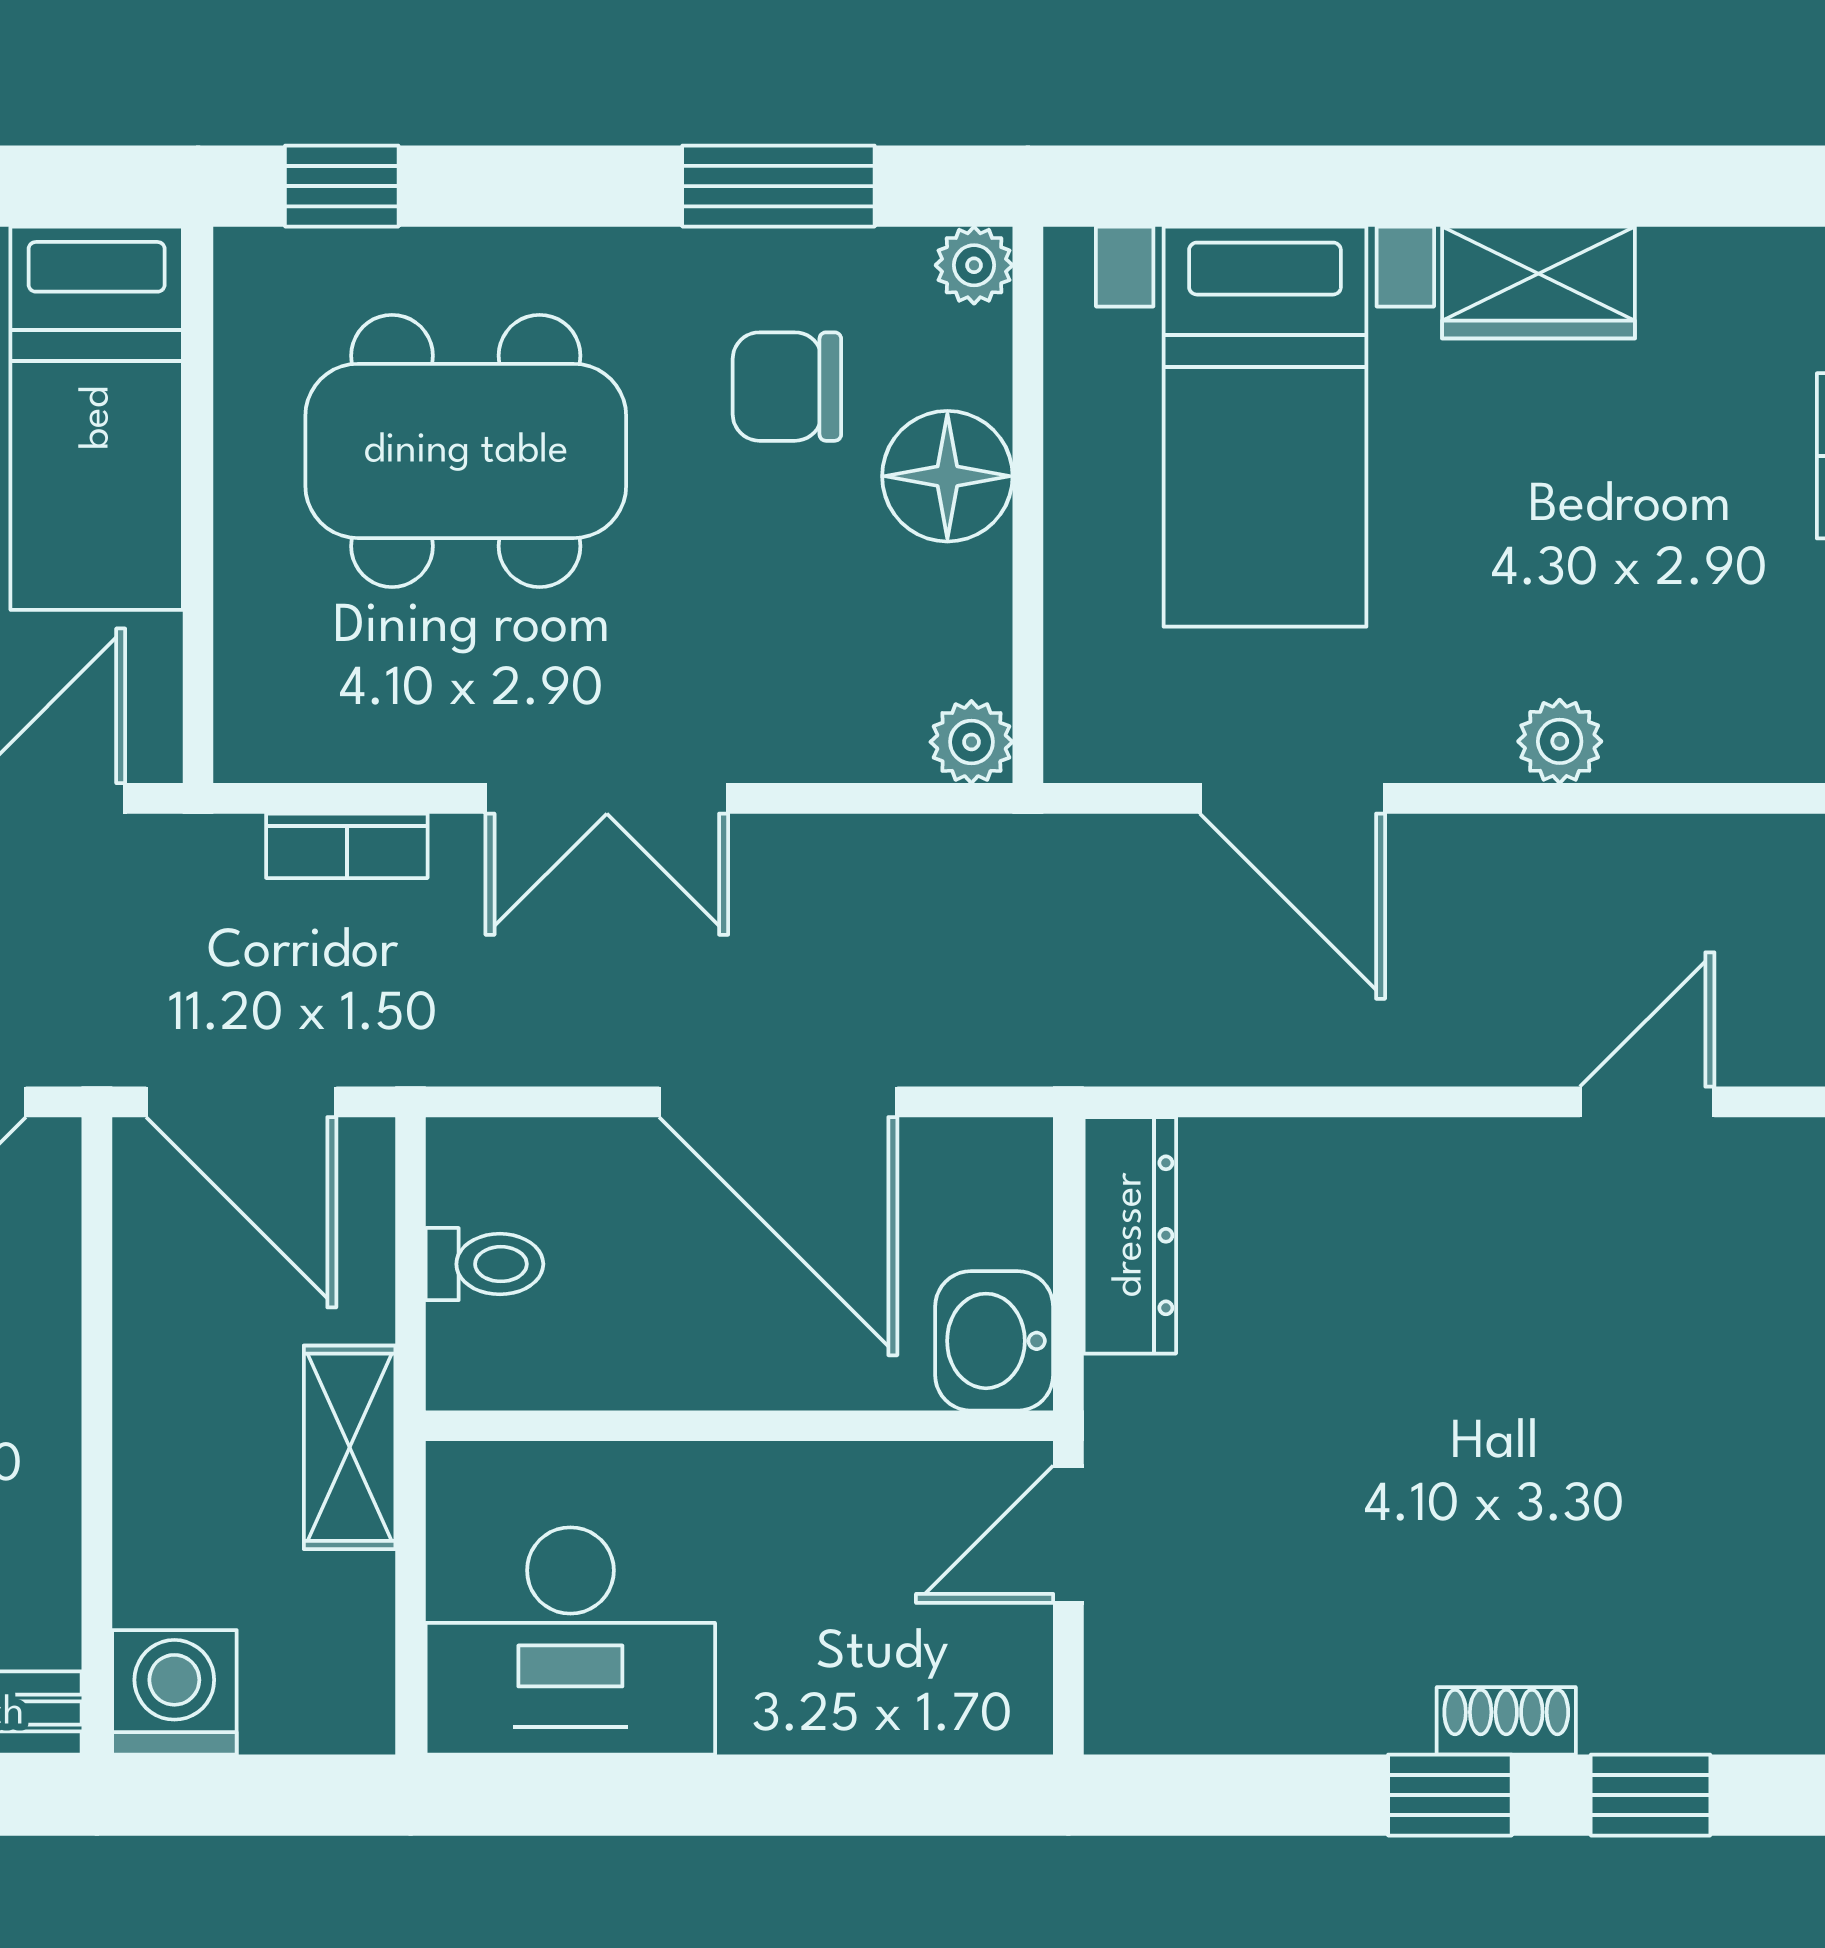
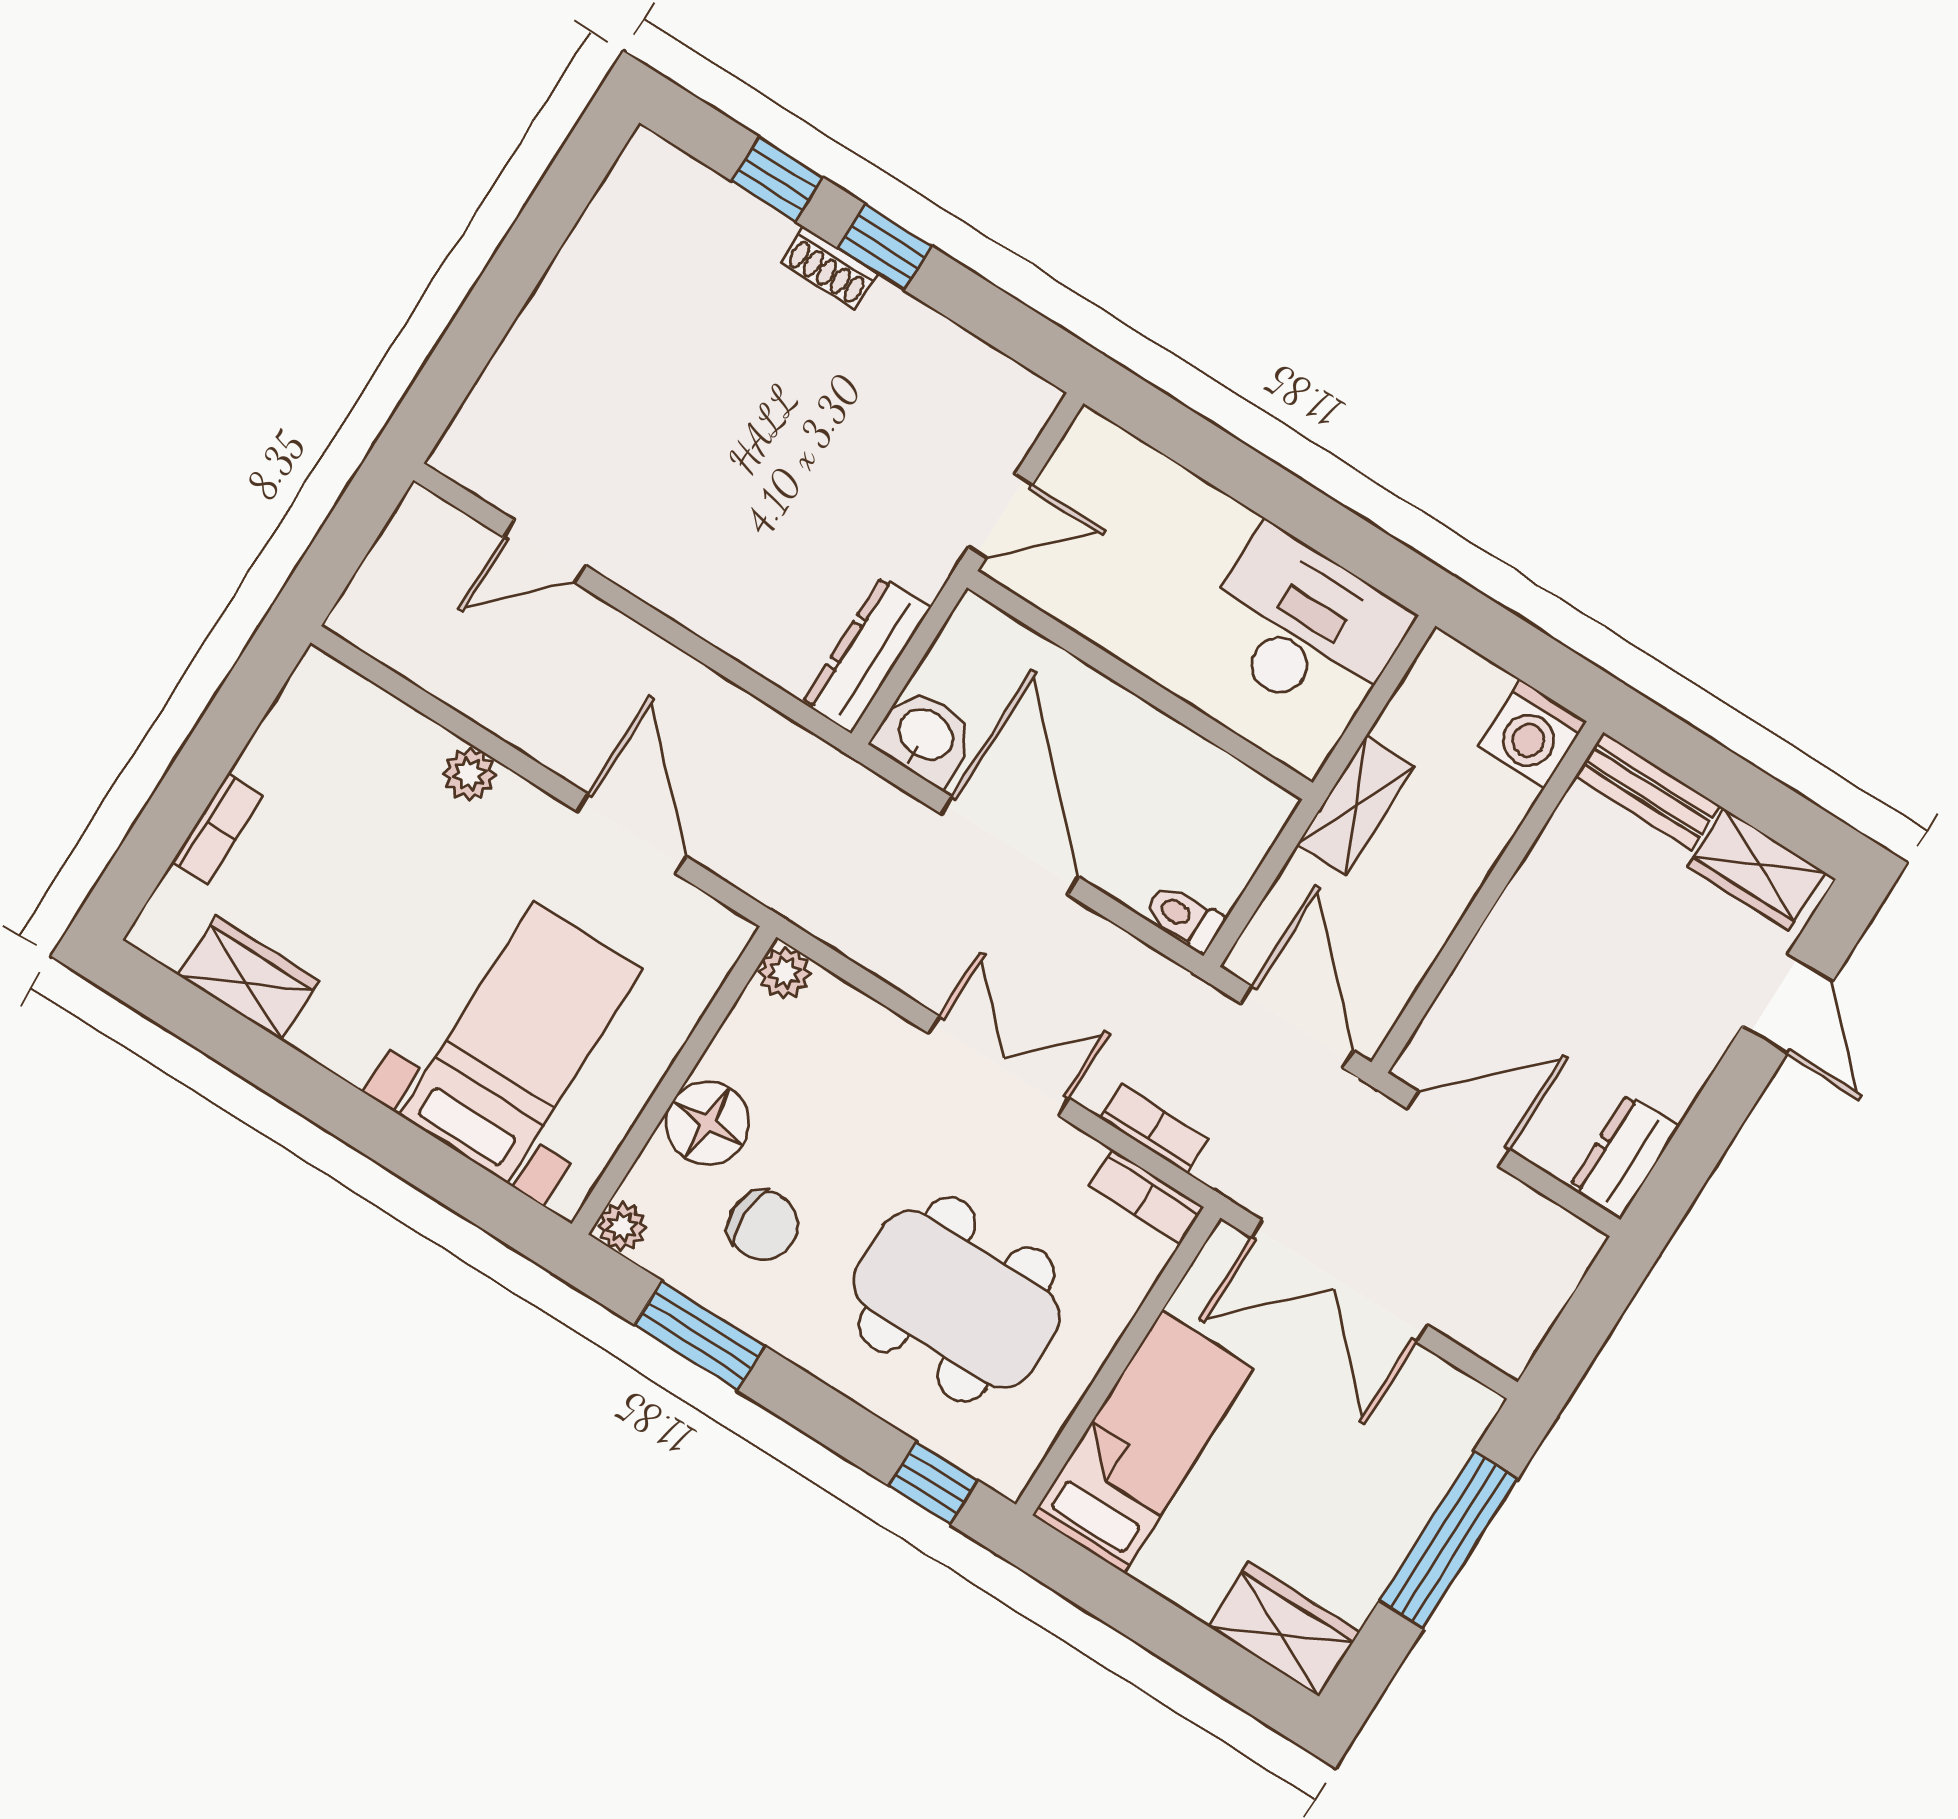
wardrobe: (1539, 283) -> (249, 978), moved
bookcase: (299, 749) -> (1147, 1196), added
toilet: (484, 1264) -> (1184, 917), moved
washbasin: (994, 1341) -> (925, 736), moved, turned -90

